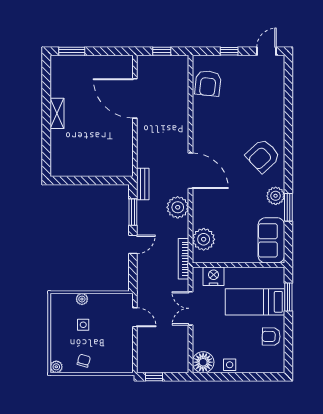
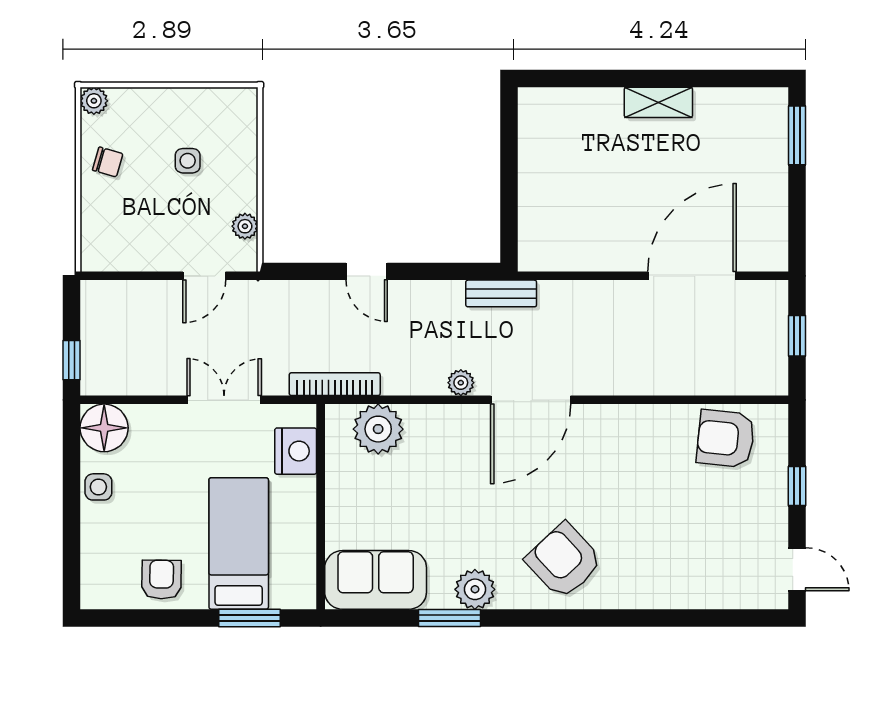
plant: (178, 207) -> (461, 383), width x0.53, depth x0.53
window: (133, 212) -> (438, 271), removed
plant: (82, 299) -> (245, 226), moved
window: (154, 377) -> (72, 360), moved

